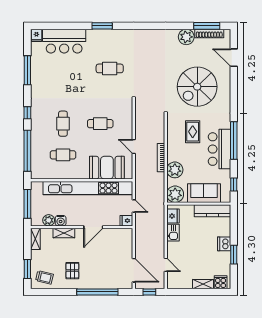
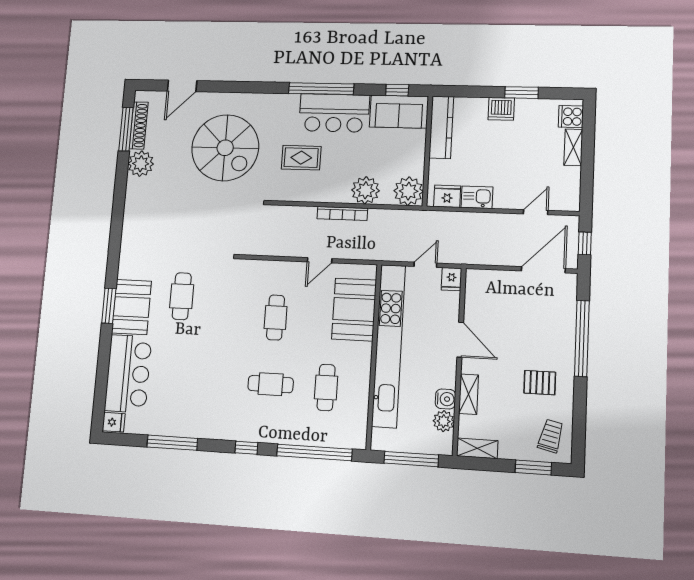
booth: (102, 39) -> (132, 307), added
sofa: (204, 193) -> (399, 112), moved, turned -90

